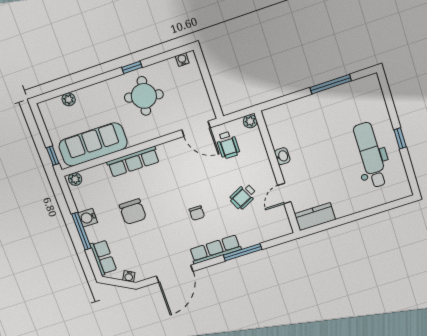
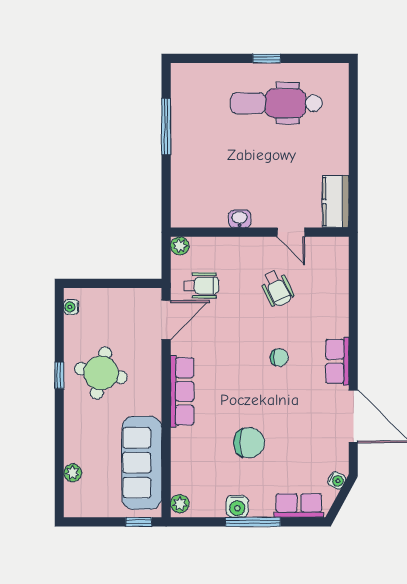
row of seats: (133, 162) -> (182, 391), moved
row of seats: (215, 249) -> (337, 361), width x0.68
window: (243, 252) -> (353, 314), removed

